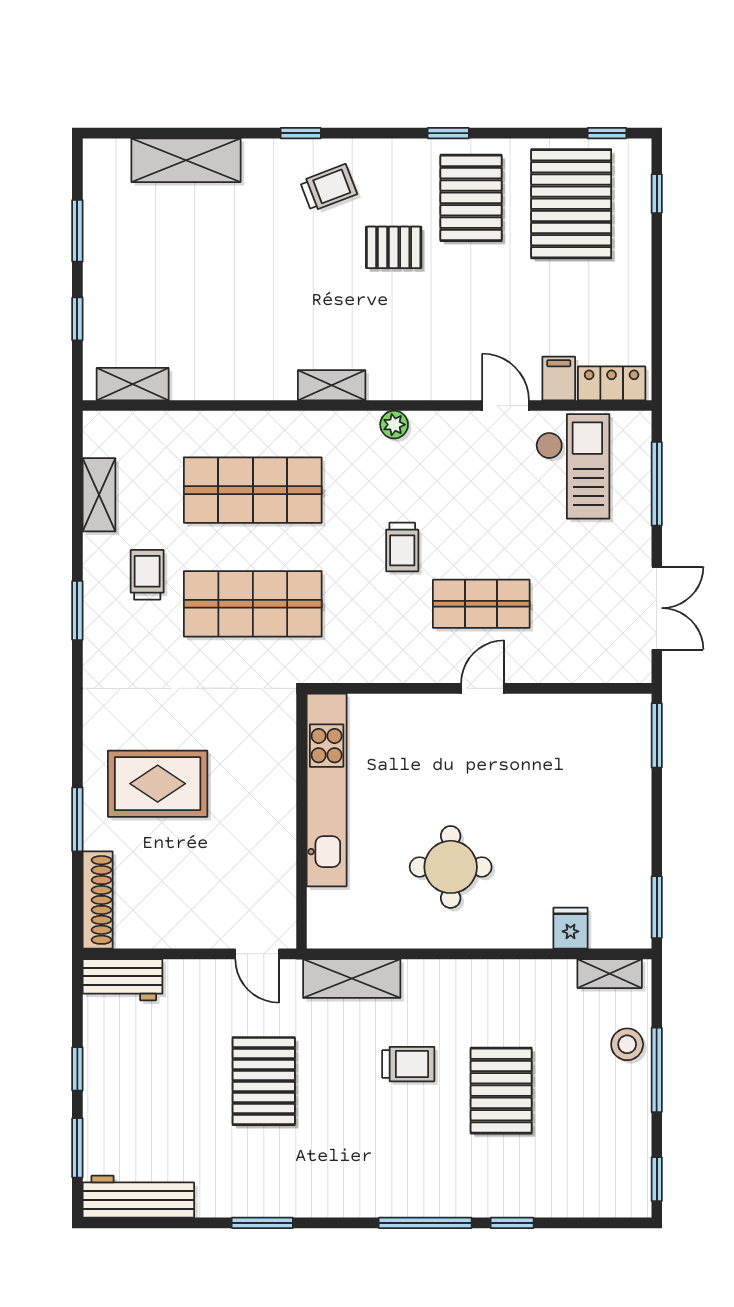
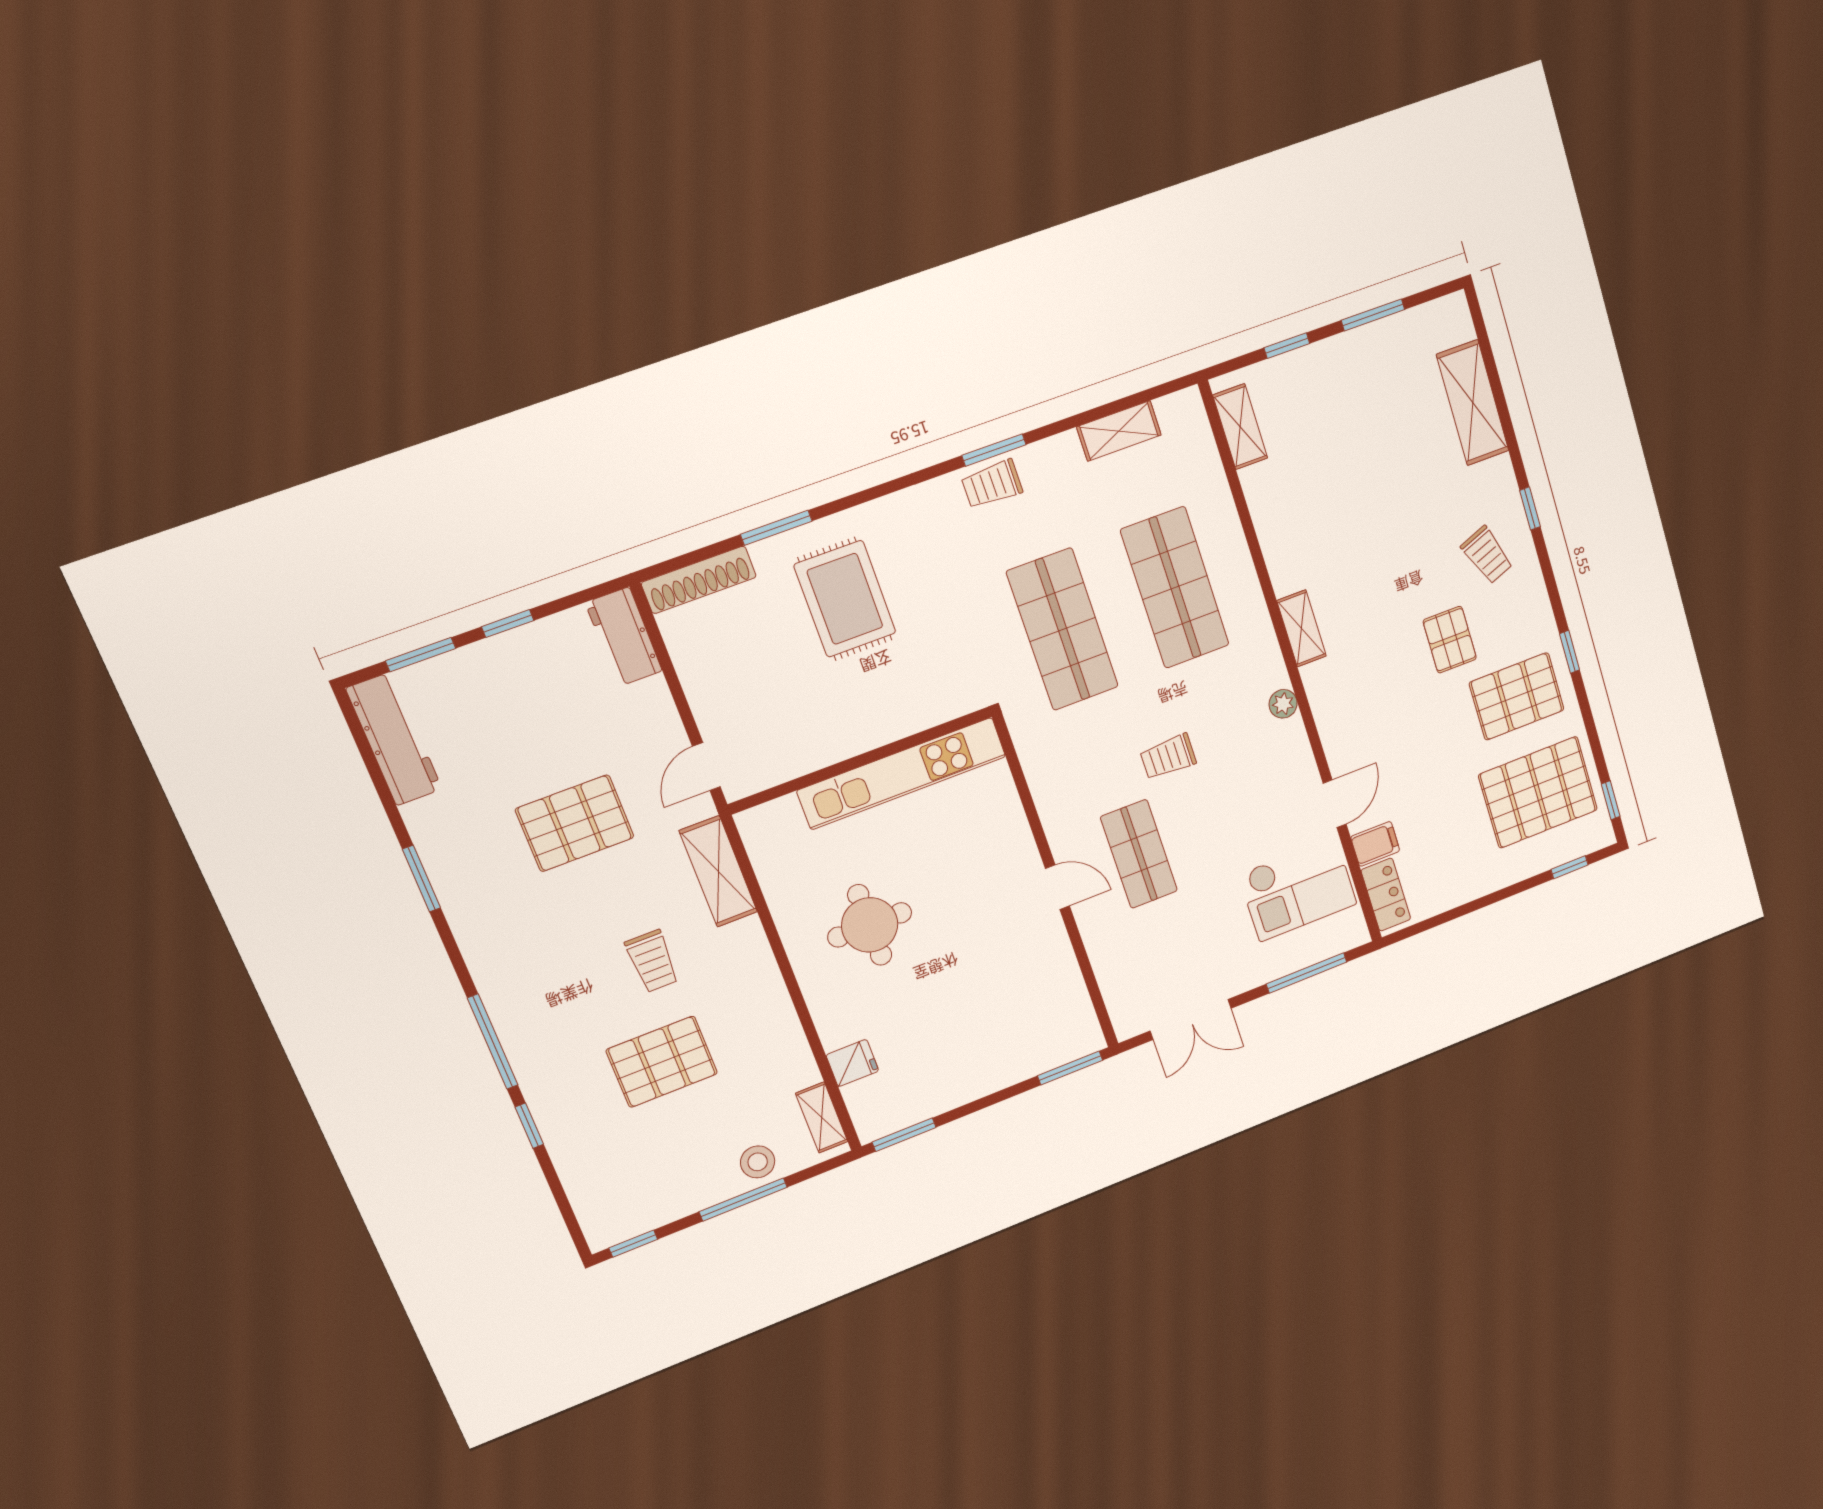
trolley: (147, 575) -> (992, 484), moved, turned 180

